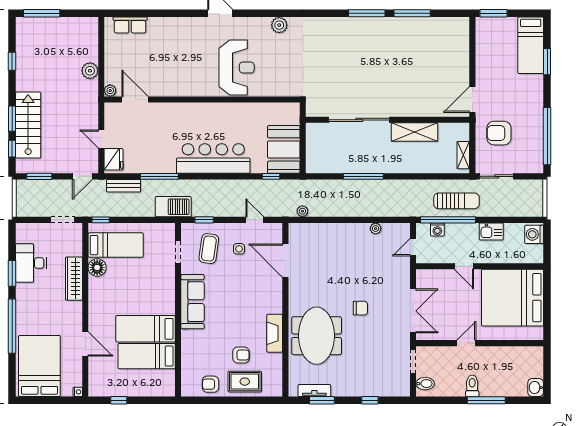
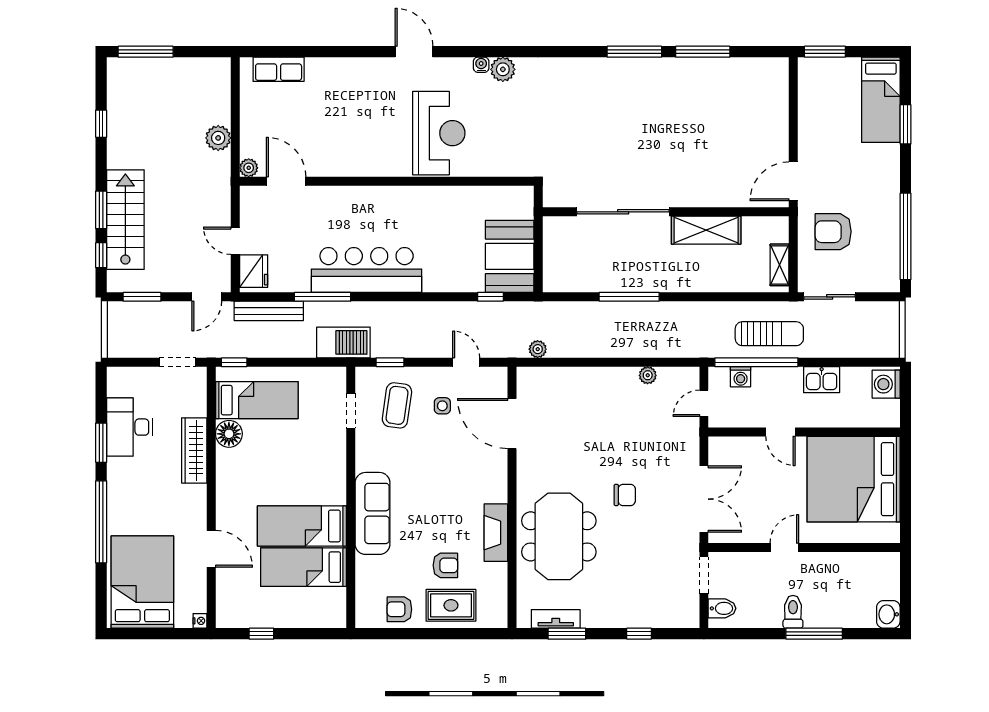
water cooler: (265, 22) -> (481, 65), added
bar counter: (213, 159) -> (367, 270), moved
bench: (124, 186) -> (269, 311), width x1.36
sofa: (193, 302) -> (373, 513), moved

